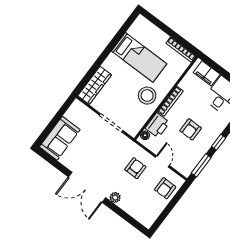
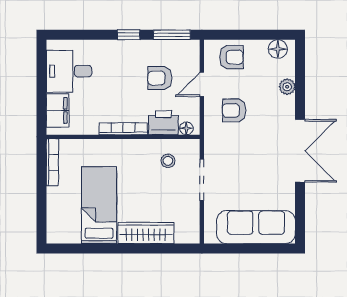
wardrobe: (95, 85) -> (146, 233), moved
stool: (147, 96) -> (168, 161), moved, width x0.53, depth x0.53
armchair: (191, 129) -> (160, 78), moved, turned 180
sofa: (60, 138) -> (256, 227), width x1.36
plant: (115, 198) -> (287, 87), moved
floor lamp: (151, 216) -> (278, 49), added

